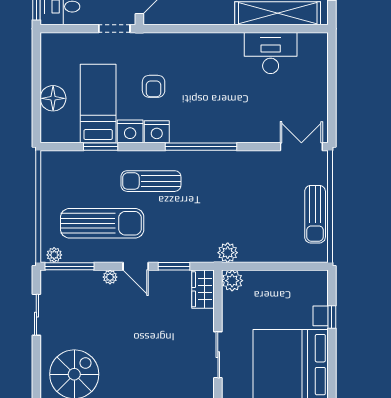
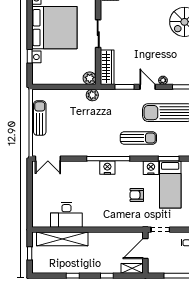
armchair: (154, 86) -> (137, 195), turned -90
nightstand: (157, 132) -> (107, 168), moved
wardrobe: (203, 289) -> (107, 67), width x1.50

